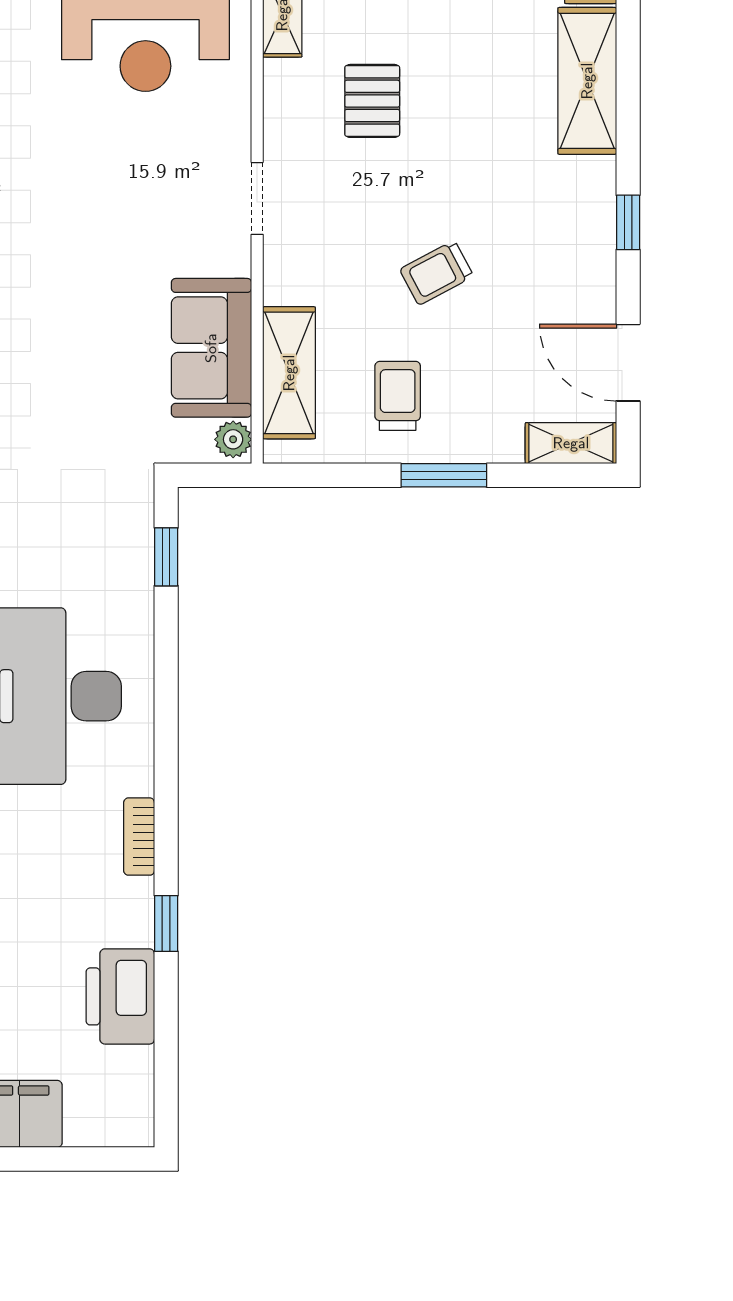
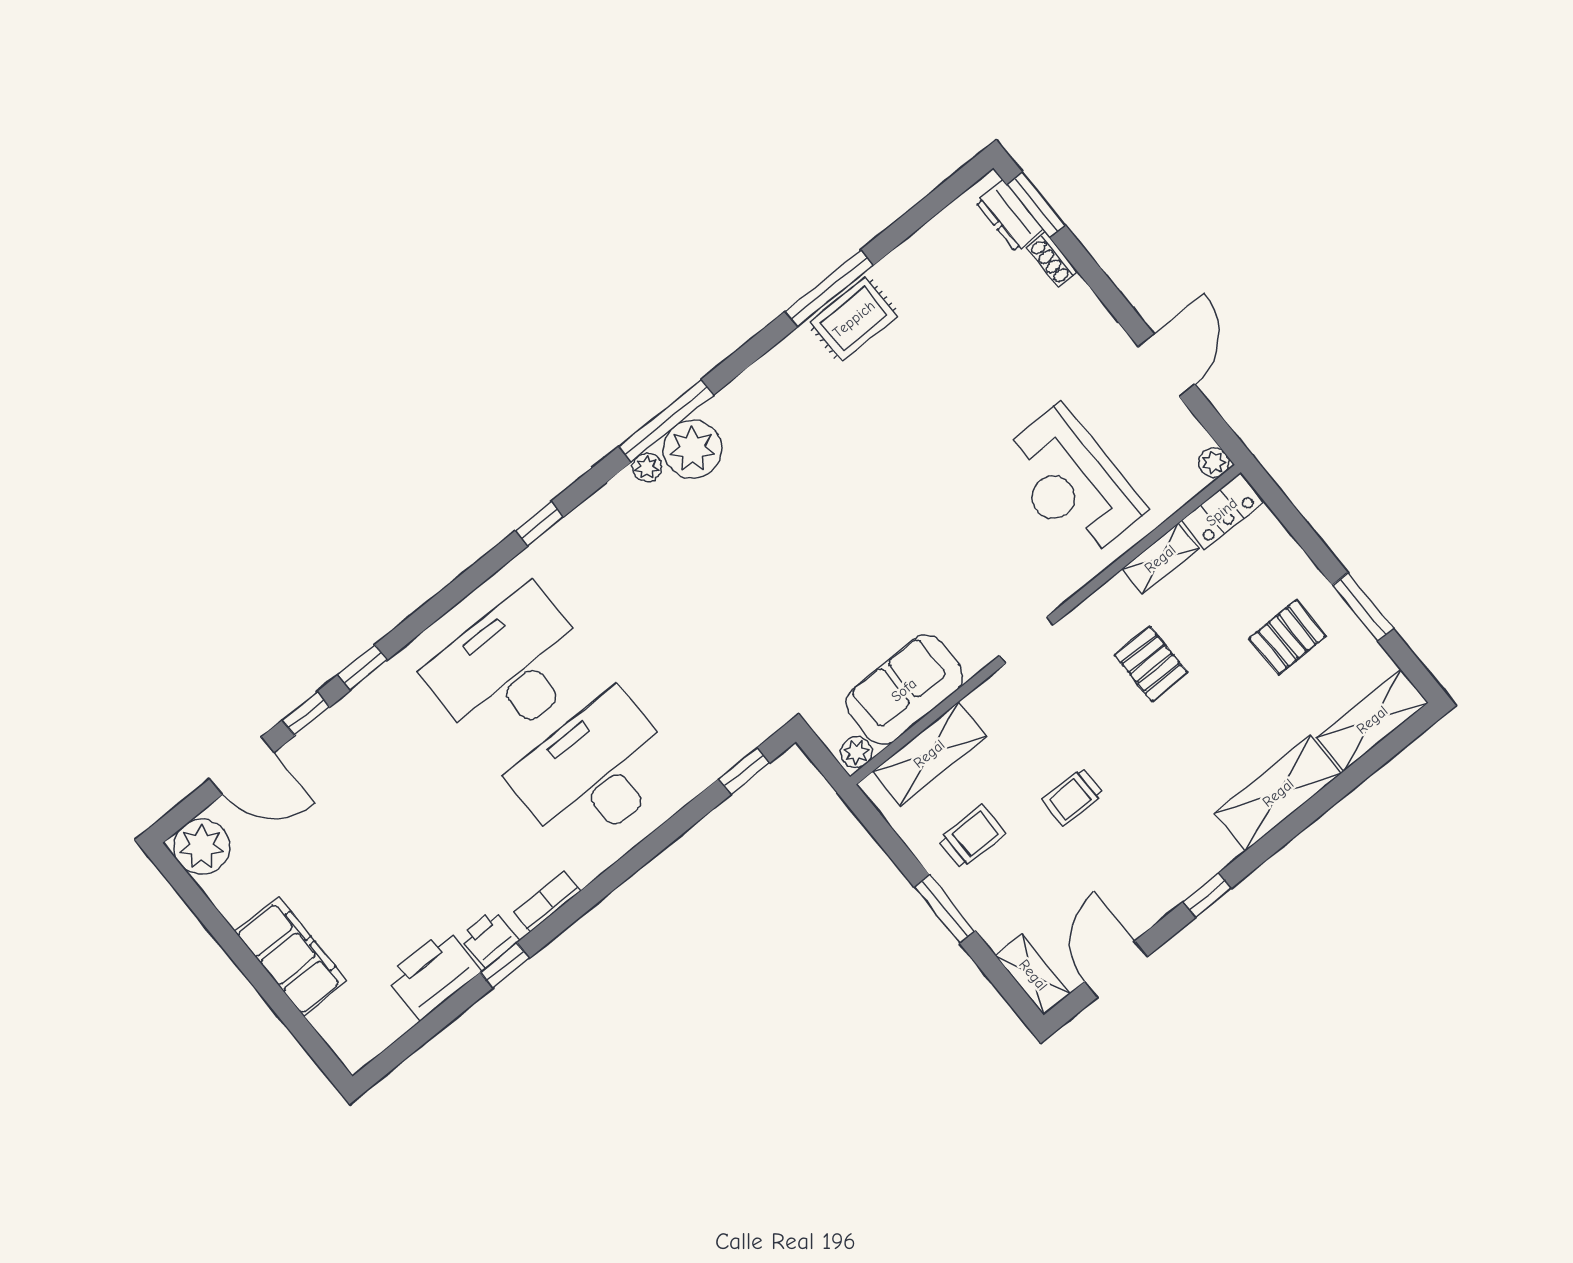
pallet: (372, 101) -> (1151, 664), turned 90
trolley: (437, 273) -> (1073, 797), turned -62
printer: (130, 918) -> (489, 939), added

